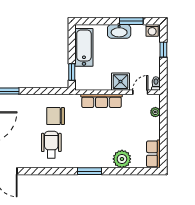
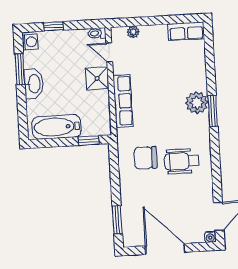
chair: (56, 116) -> (145, 158), turned 90
plant: (122, 159) -> (197, 103), moved

